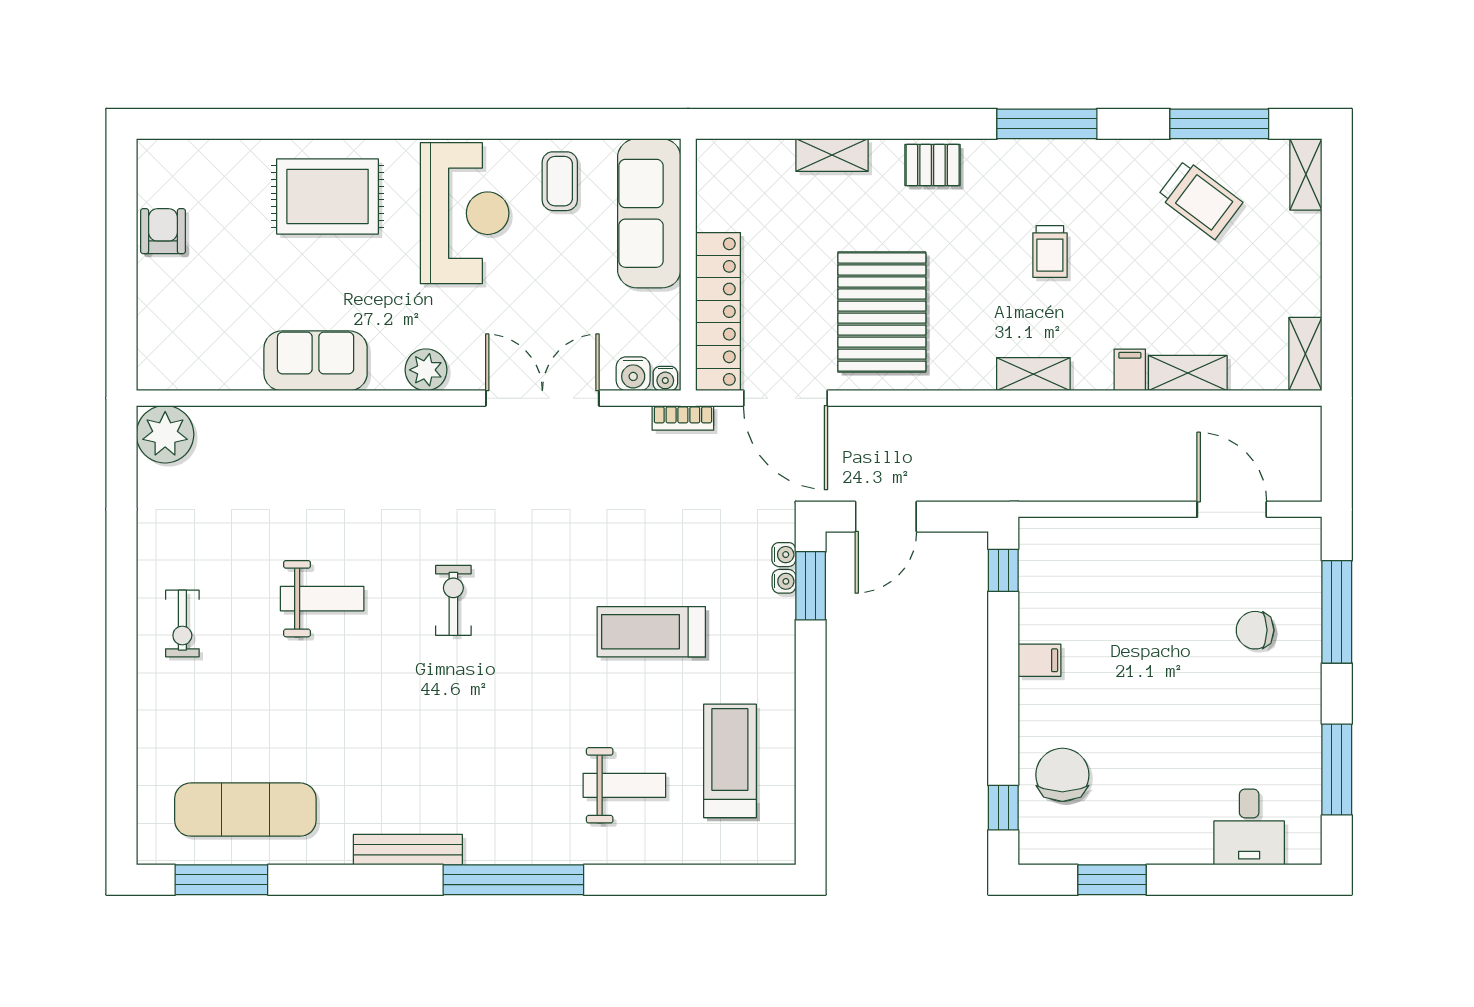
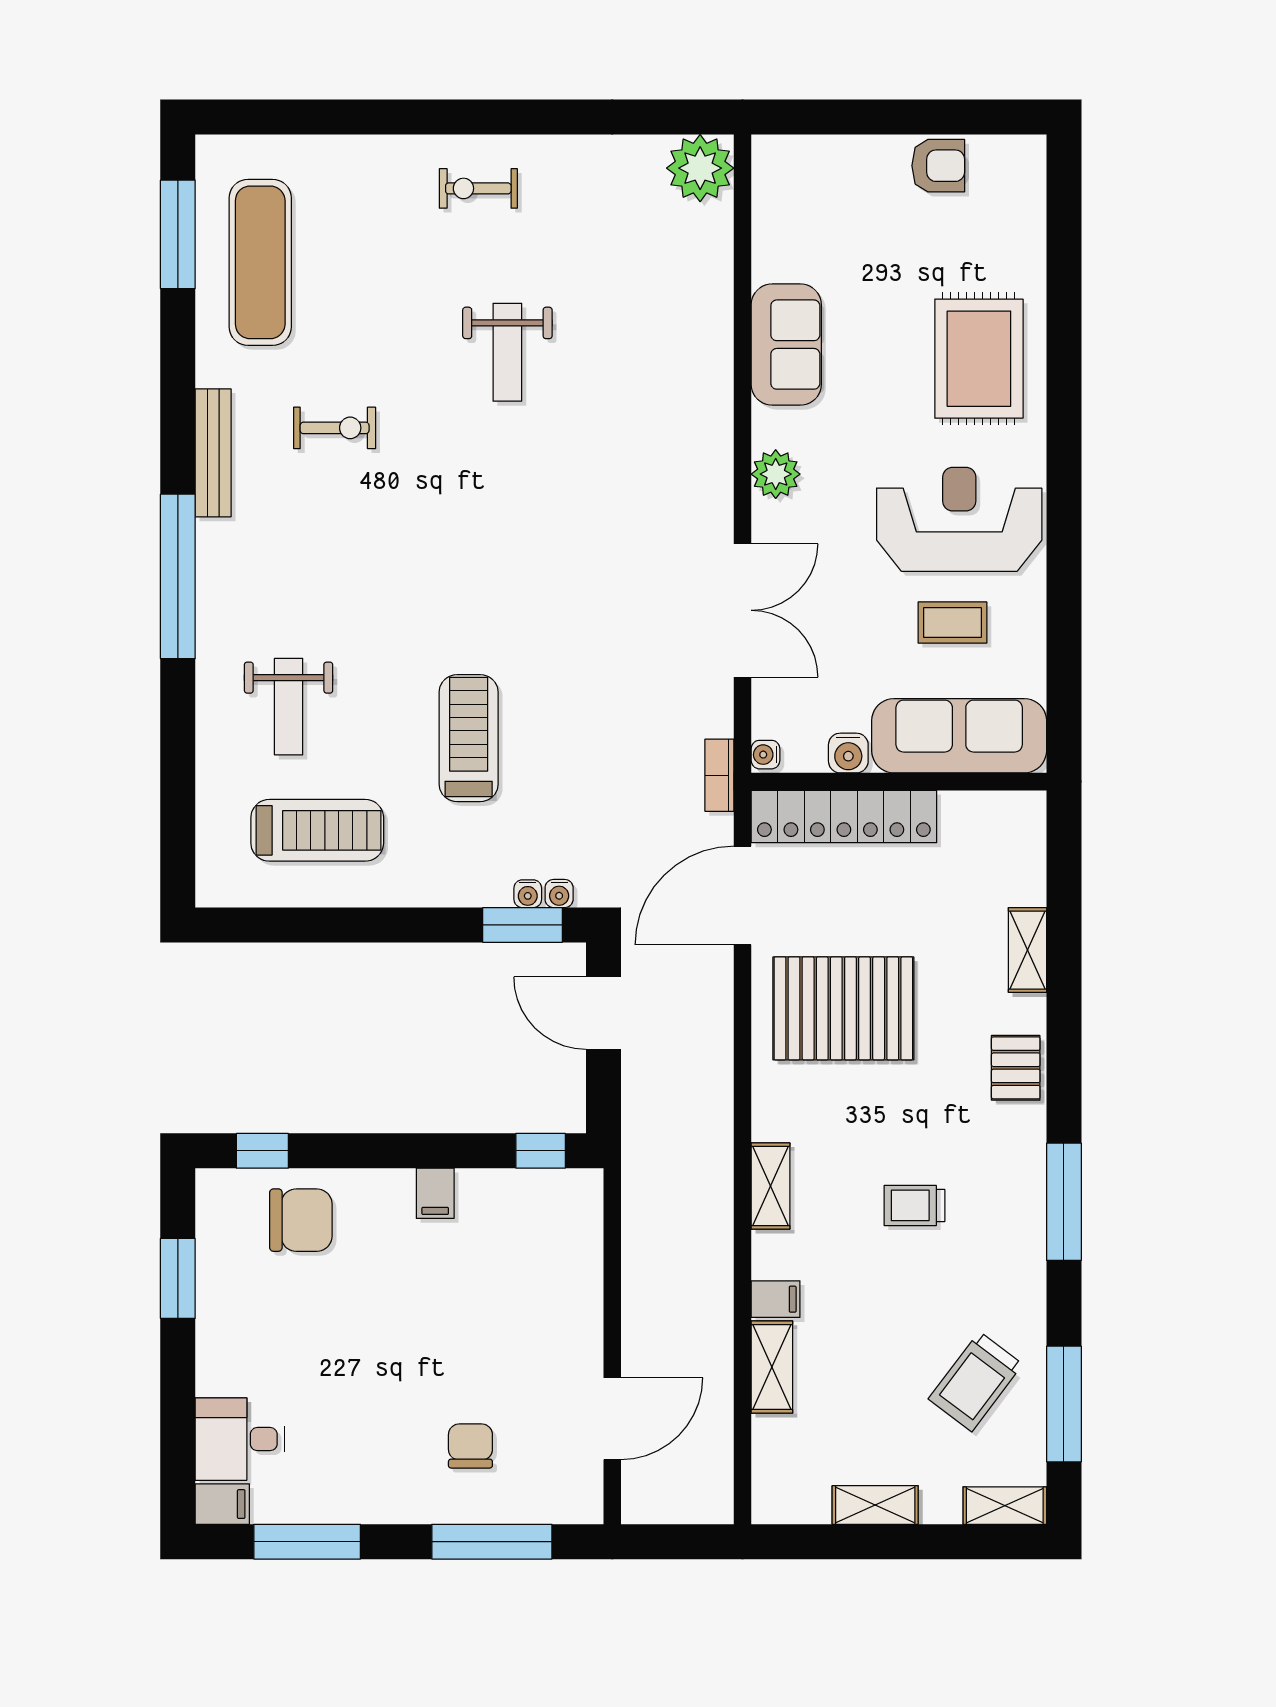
coffee table: (560, 181) -> (952, 622), moved
reception desk: (465, 213) -> (959, 519), turned 180
shelving: (1305, 354) -> (875, 1505), moved
water cooler: (633, 374) -> (848, 753), moved, turned -90
exercise bike: (453, 600) -> (335, 428), moved
filing cabinet: (1305, 842) -> (222, 1504), added

